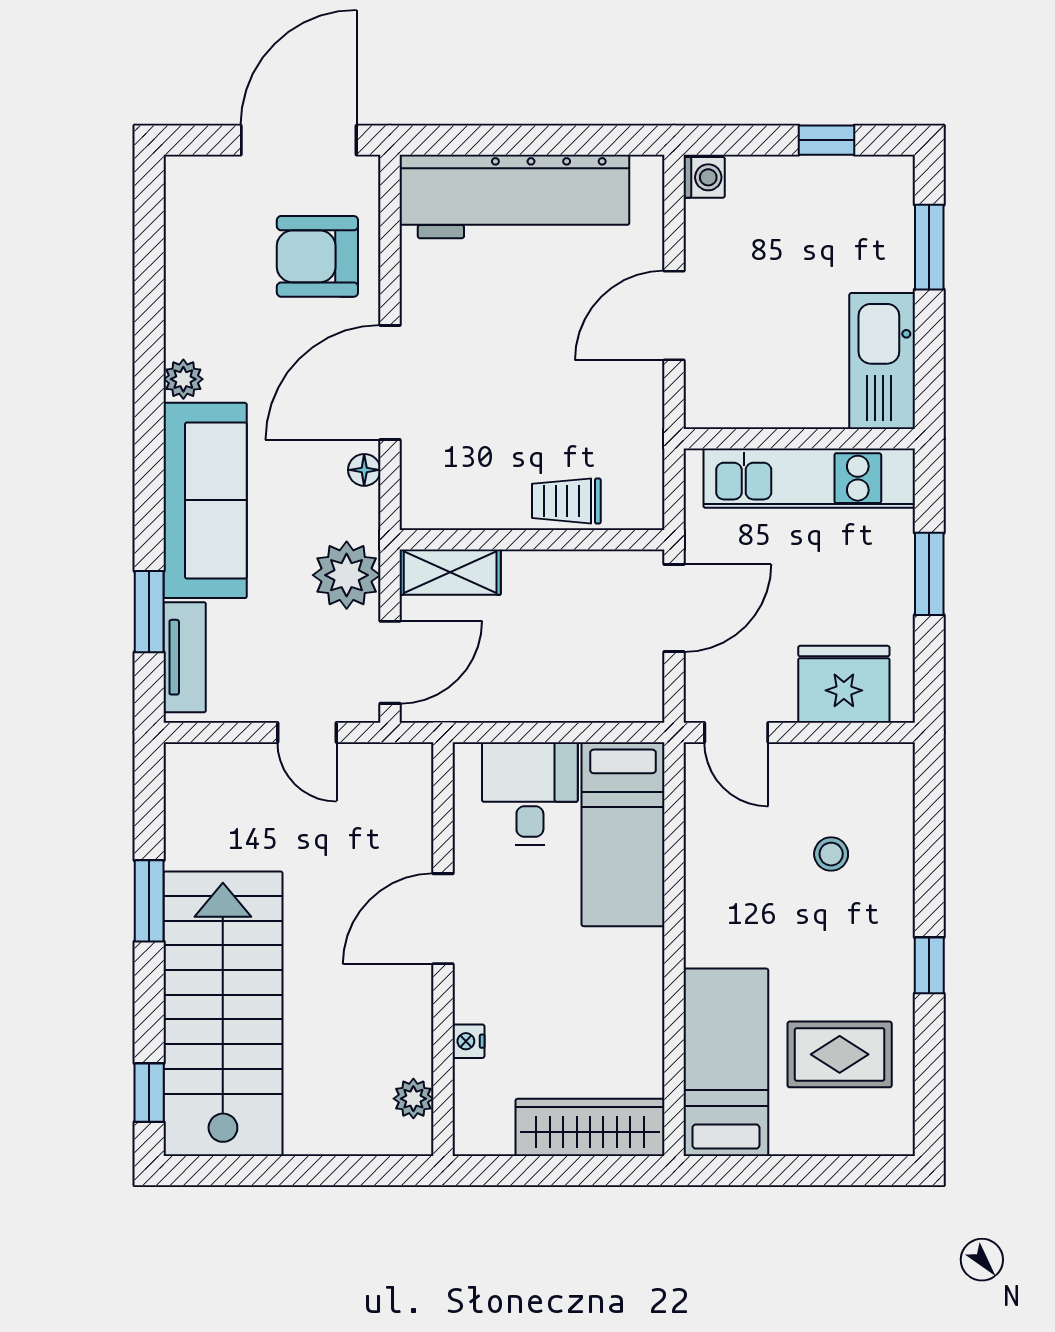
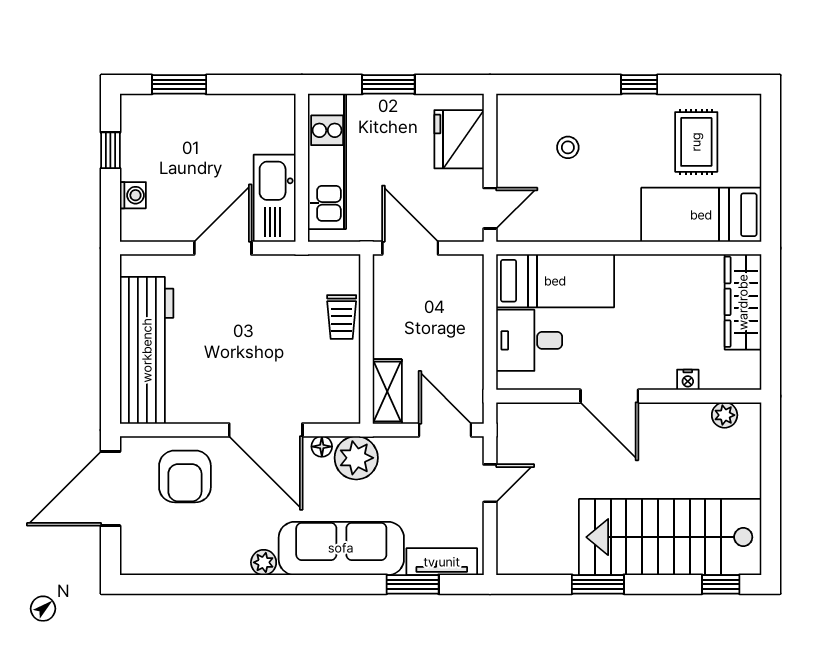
door: (299, 140) -> (110, 489), hinge flipped
washing machine: (704, 177) -> (133, 195), moved, turned 90
door: (674, 316) -> (223, 248), swing flipped
kitchen sink: (882, 361) -> (275, 198), moved, turned 90
plant: (347, 575) -> (356, 458), moved

